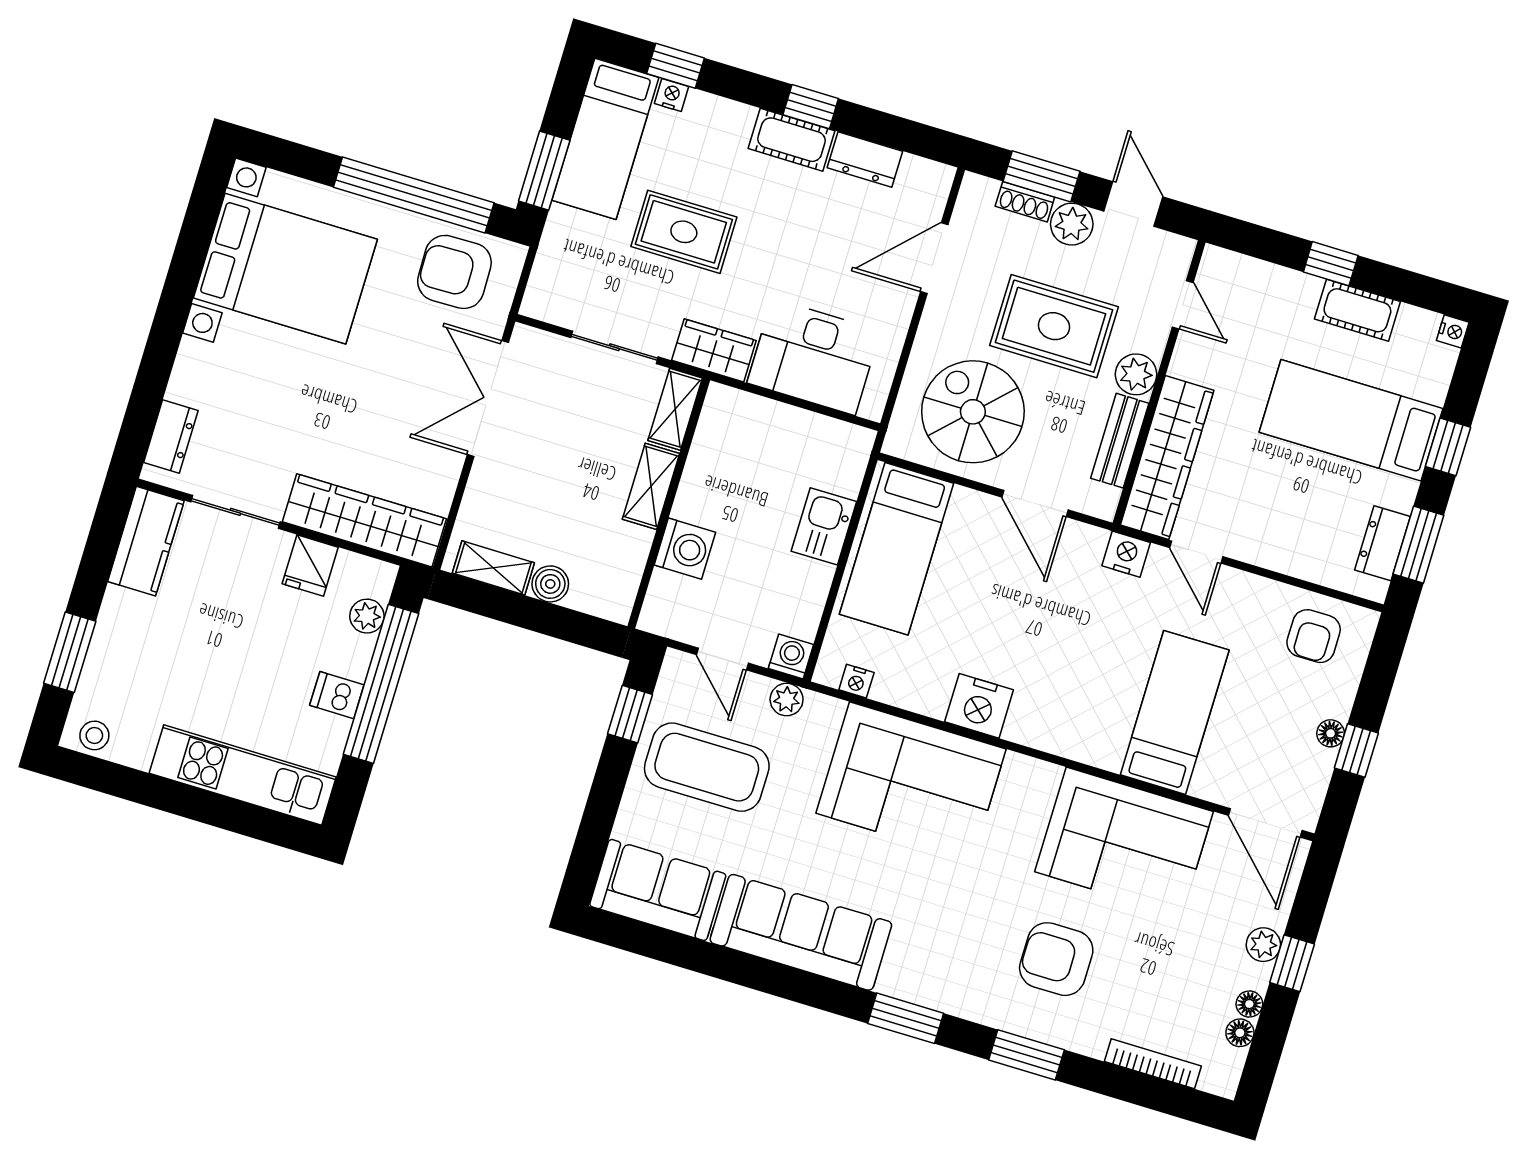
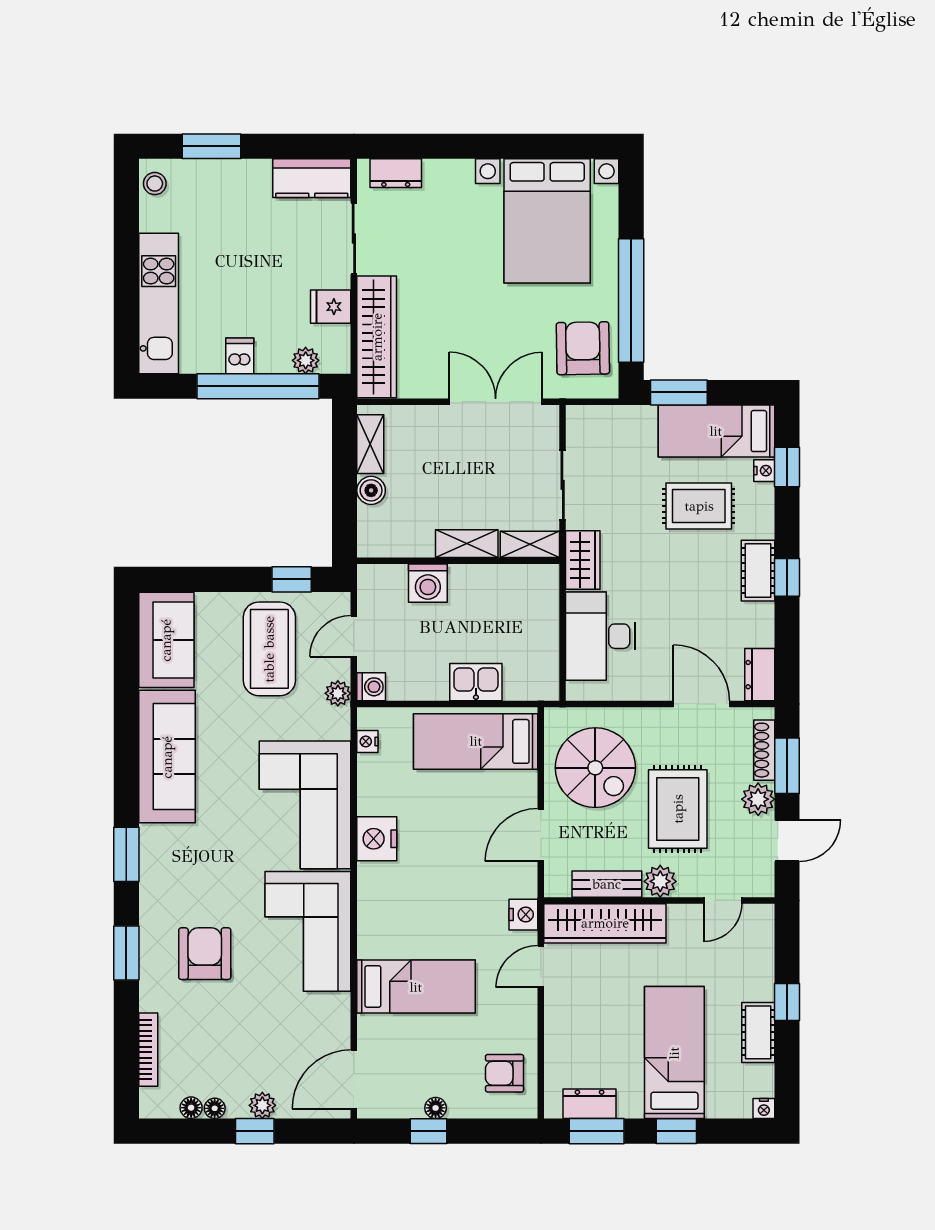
dresser: (865, 159) -> (760, 675), moved
shoe rack: (1025, 202) -> (764, 750), width x1.43
rug: (684, 232) -> (699, 506), moved, turned 90
spiral stairs: (973, 412) -> (595, 768), turned 90
corner sofa: (1124, 842) -> (308, 931), moved

